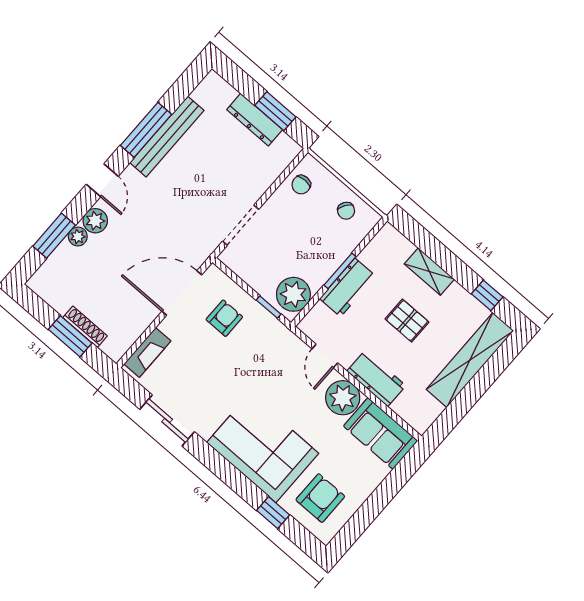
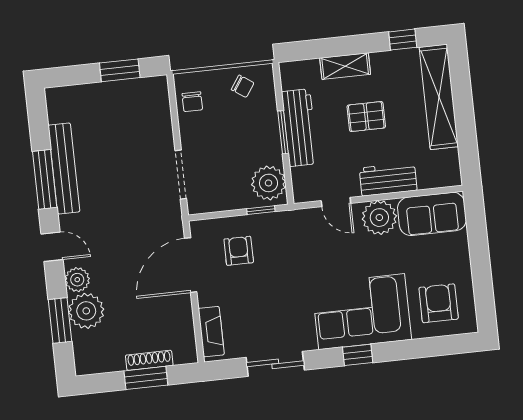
dresser: (255, 120) -> (112, 92), removed
plant: (78, 237) -> (86, 311), width x1.88, depth x1.88
workbench: (348, 287) -> (300, 128), width x1.38
window: (273, 513) -> (358, 355), moved

